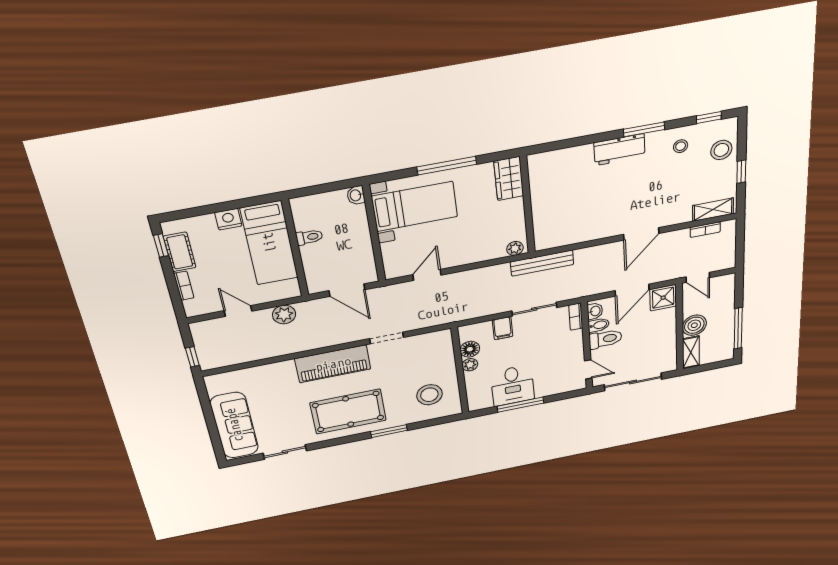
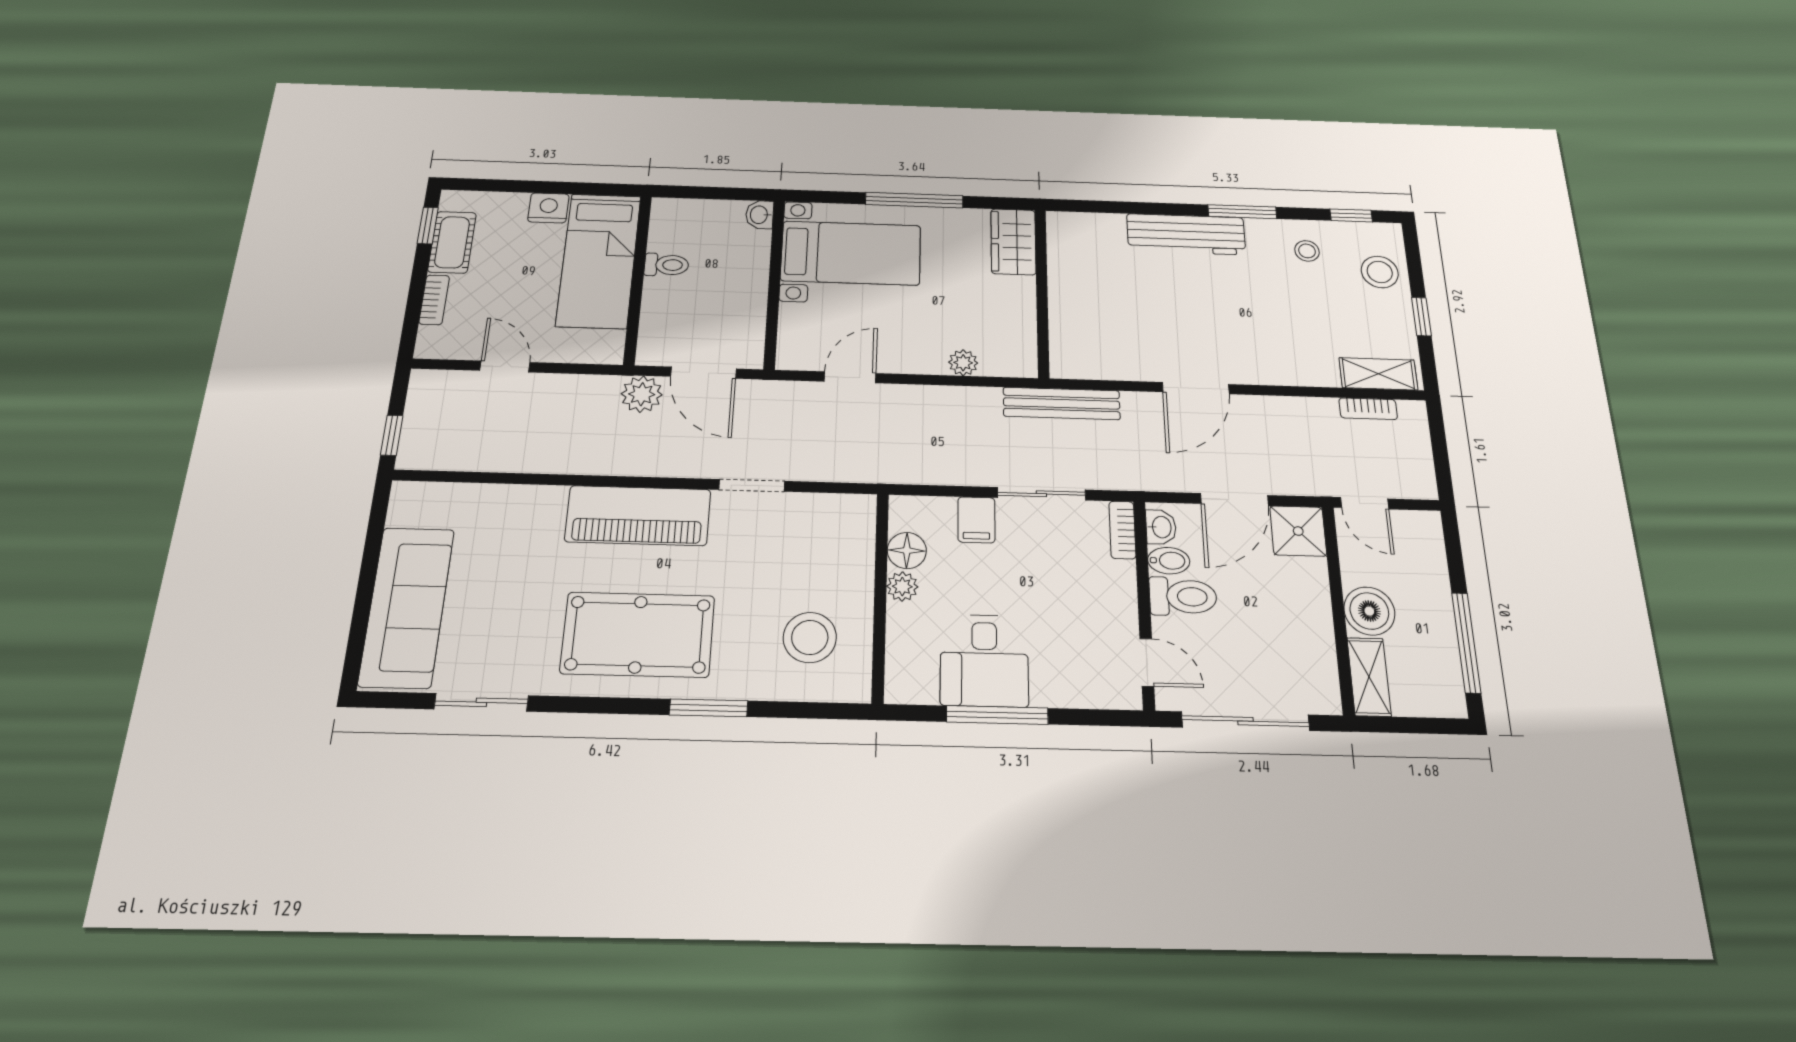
workbench: (620, 150) -> (1186, 234), width x1.37
door: (641, 234) -> (1196, 388), moved
plant: (515, 248) -> (963, 363), moved
plant: (284, 314) -> (642, 394), moved

